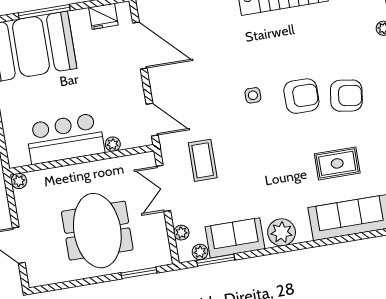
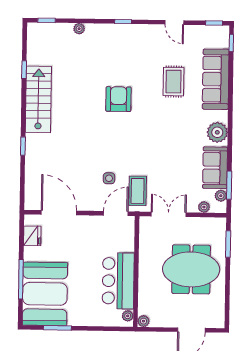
door: (140, 45) -> (59, 213), hinge flipped
side table: (253, 95) -> (109, 178), moved
armchair: (346, 96) -> (124, 66), removed
plant: (113, 144) -> (128, 316), moved
coffee table: (203, 160) -> (138, 191), moved, turned 90
double door: (163, 188) -> (169, 214), swing flipped

